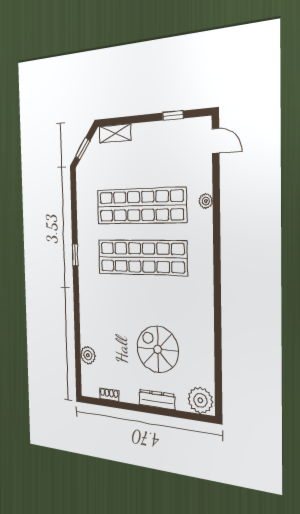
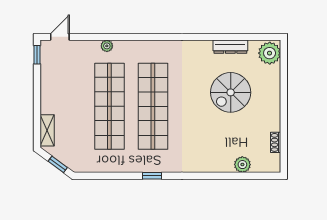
window: (173, 115) -> (37, 55), moved
dresser: (157, 399) -> (230, 47), moved, turned -90

